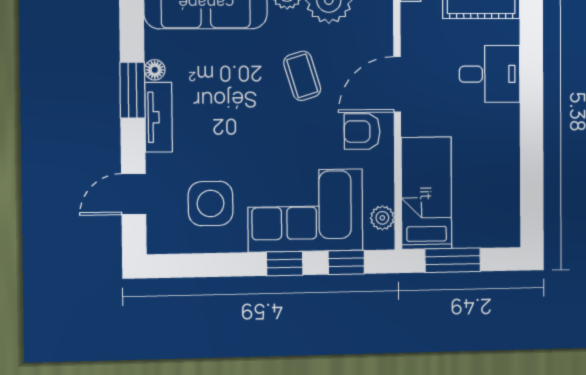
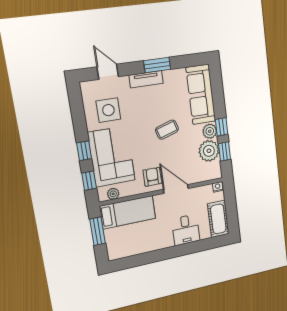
floor lamp: (155, 70) -> (168, 75), removed
coffee table: (302, 76) -> (167, 130), moved

